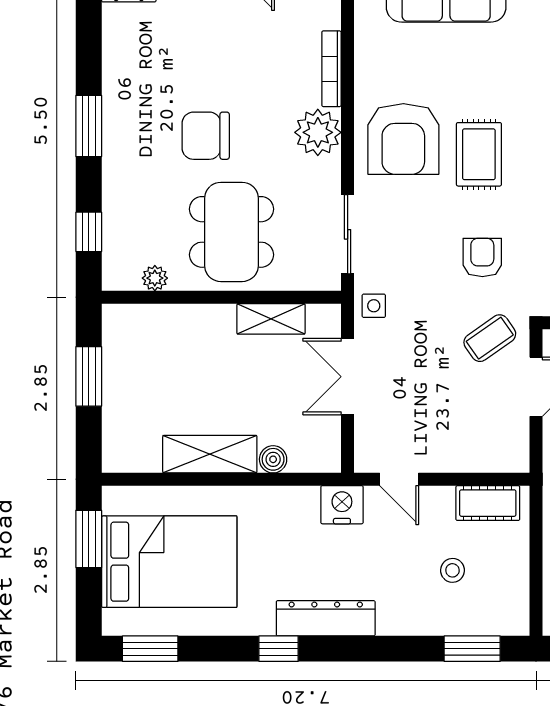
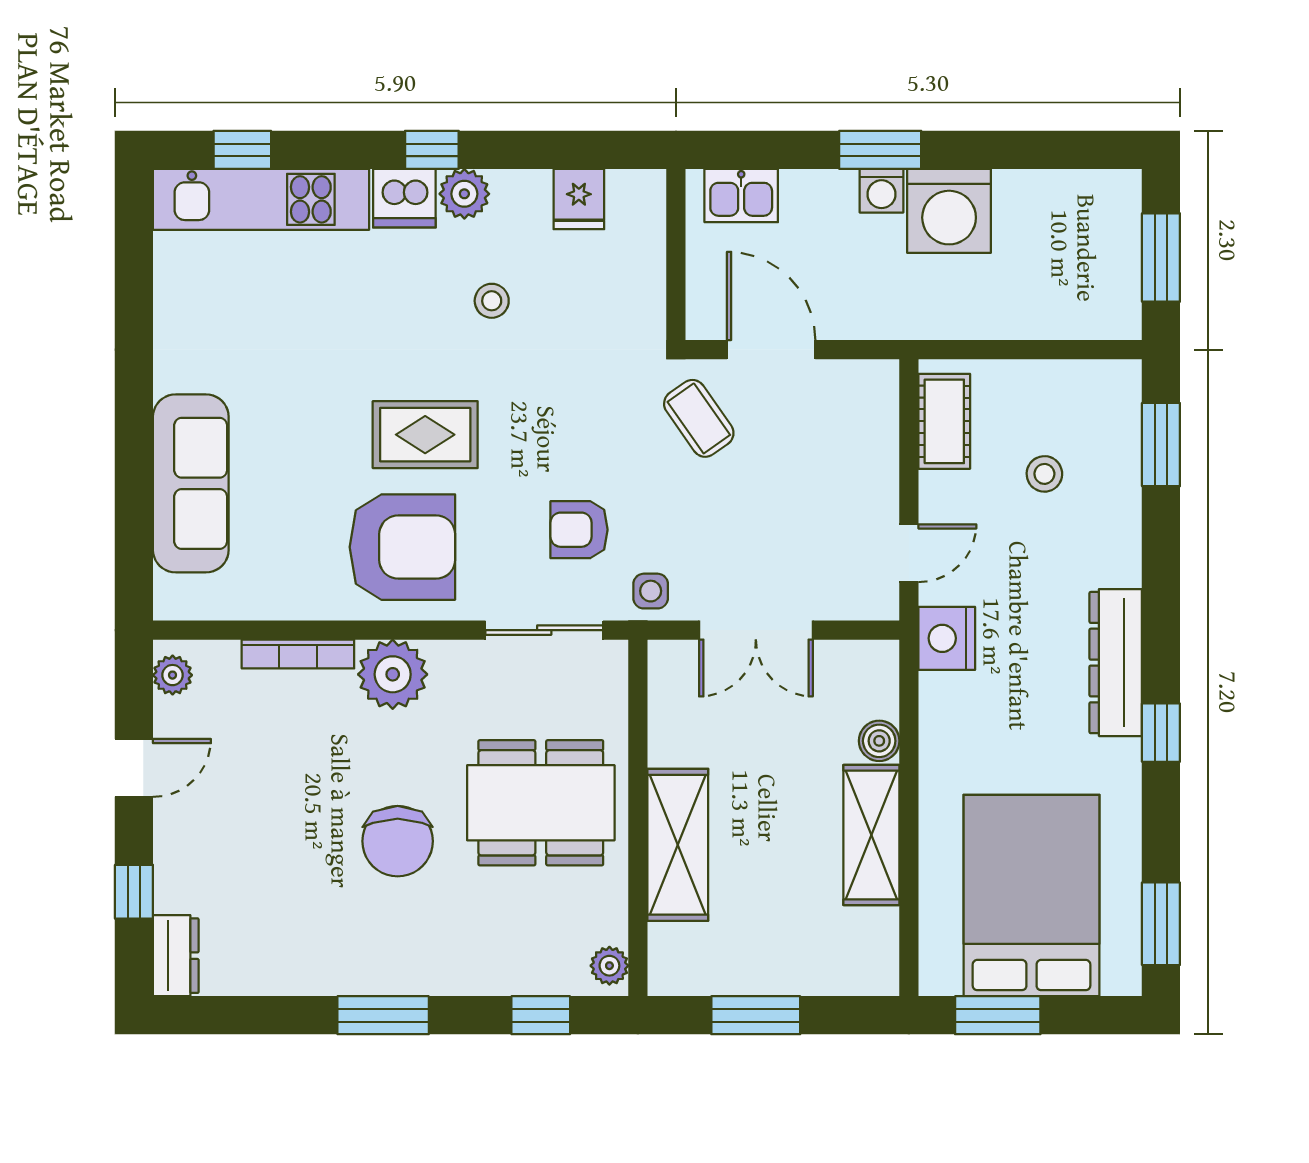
armchair: (482, 258) -> (579, 530), moved
plant: (155, 278) -> (609, 966), moved
shelving: (271, 319) -> (678, 845), moved, width x1.50, depth x1.33

